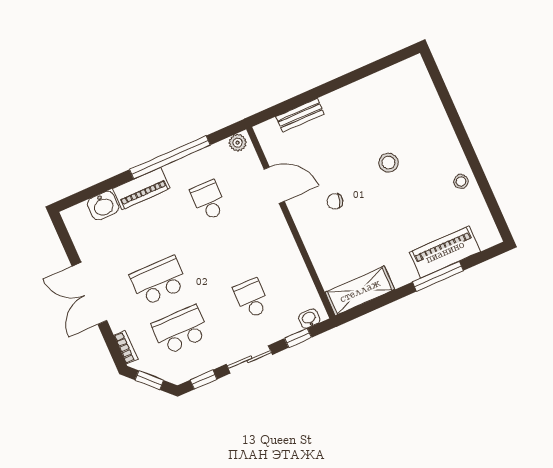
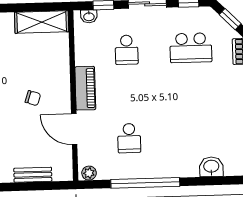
piano: (142, 188) -> (85, 88), moved, turned 90
school desk: (159, 281) -> (192, 92), removed

